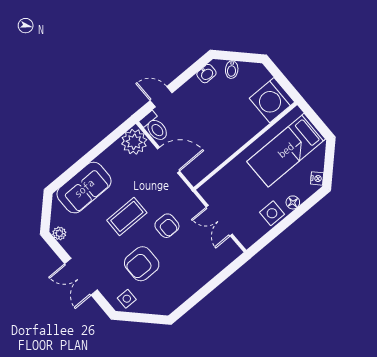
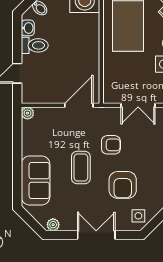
toilet: (155, 127) -> (35, 45), moved
plant: (134, 142) -> (27, 113), width x0.53, depth x0.53
door: (168, 160) -> (79, 105), moved
double door: (81, 277) -> (96, 235), swing flipped

